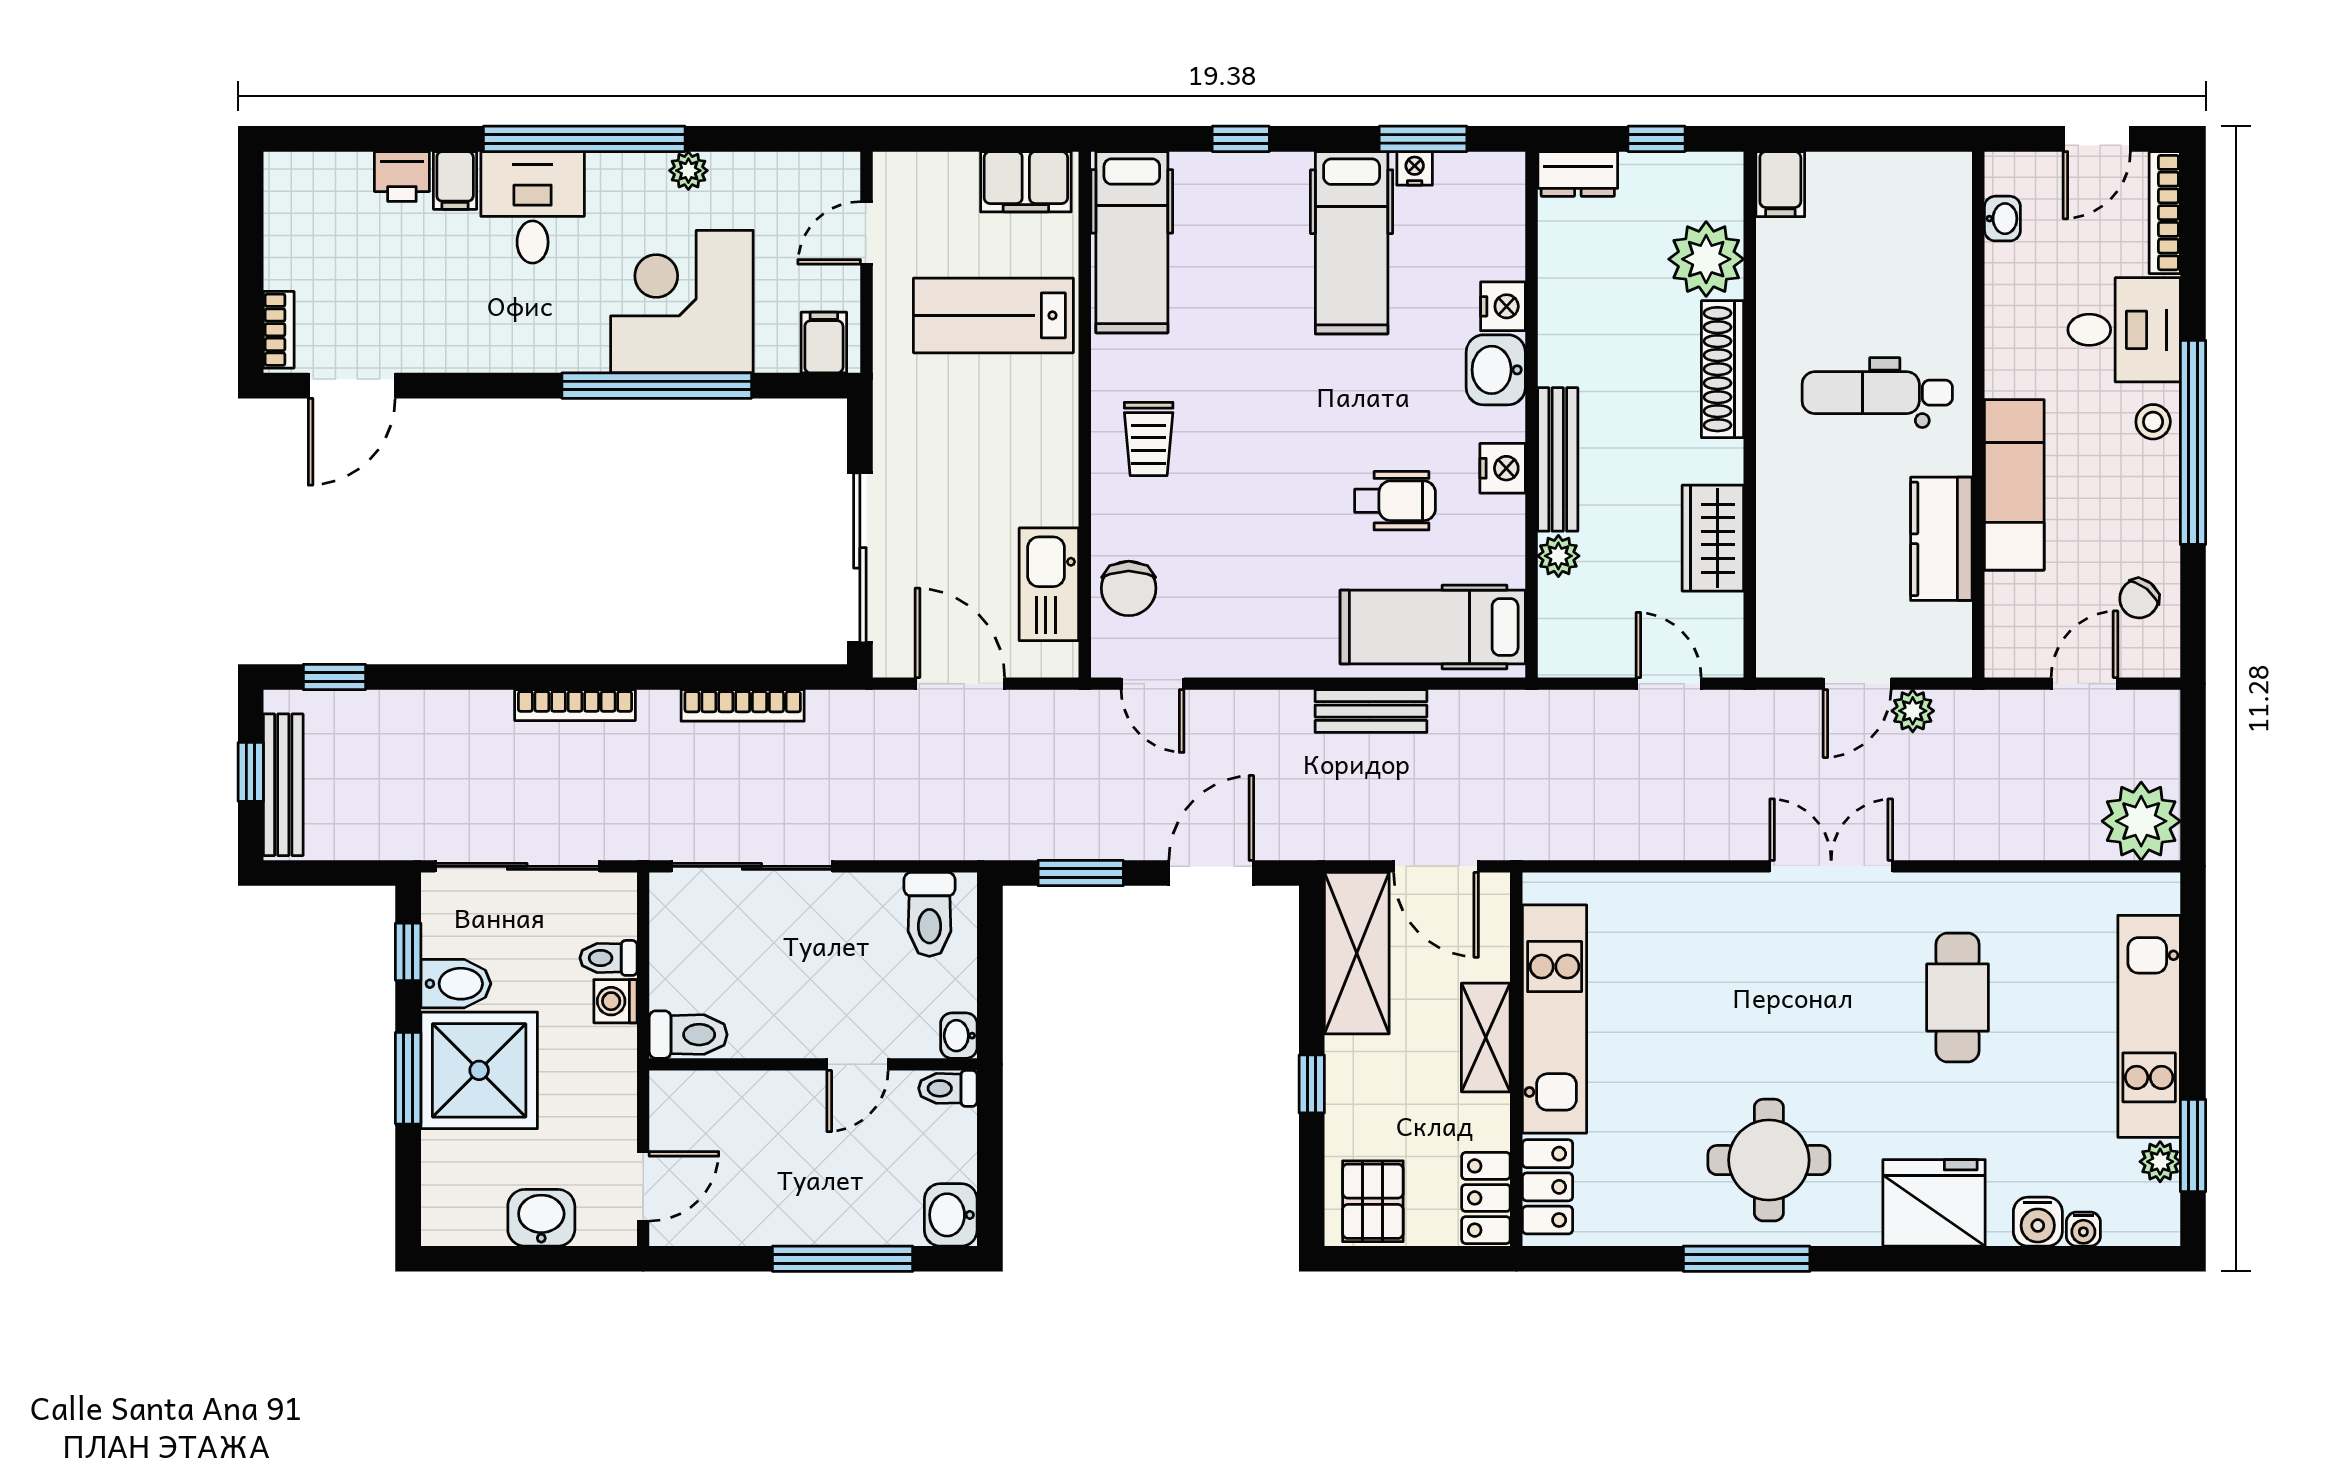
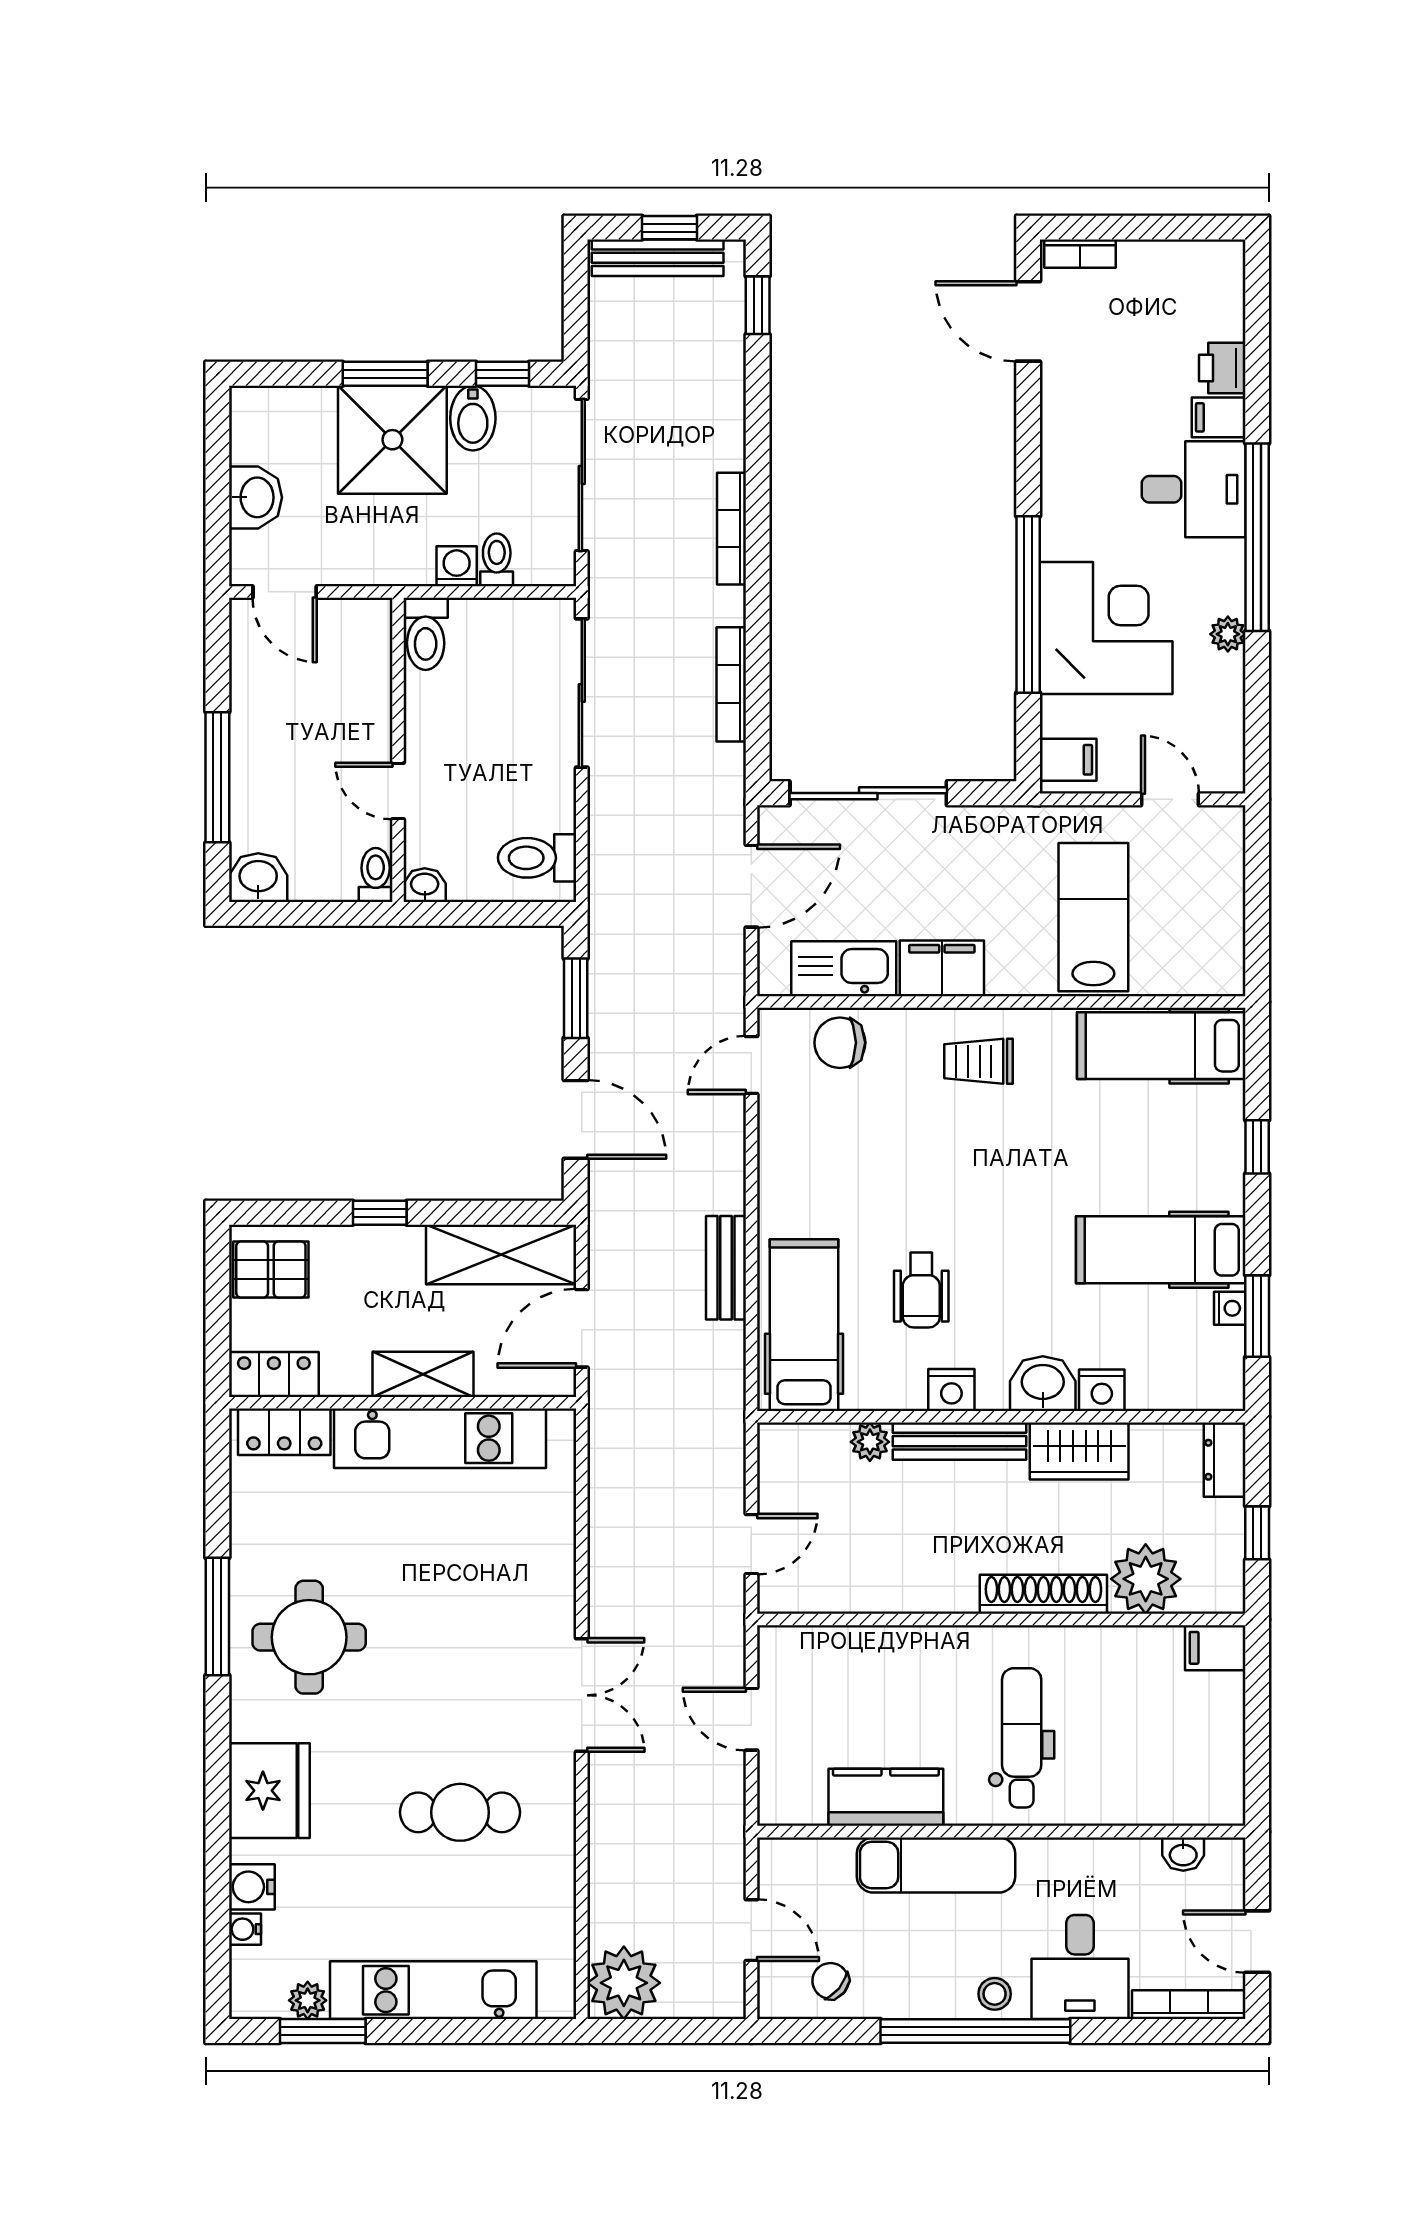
filing cabinet: (1026, 182) -> (942, 968), moved, turned 90
wardrobe: (1713, 538) -> (1079, 1451), moved, turned 180
plant: (1913, 711) -> (726, 1771), removed

